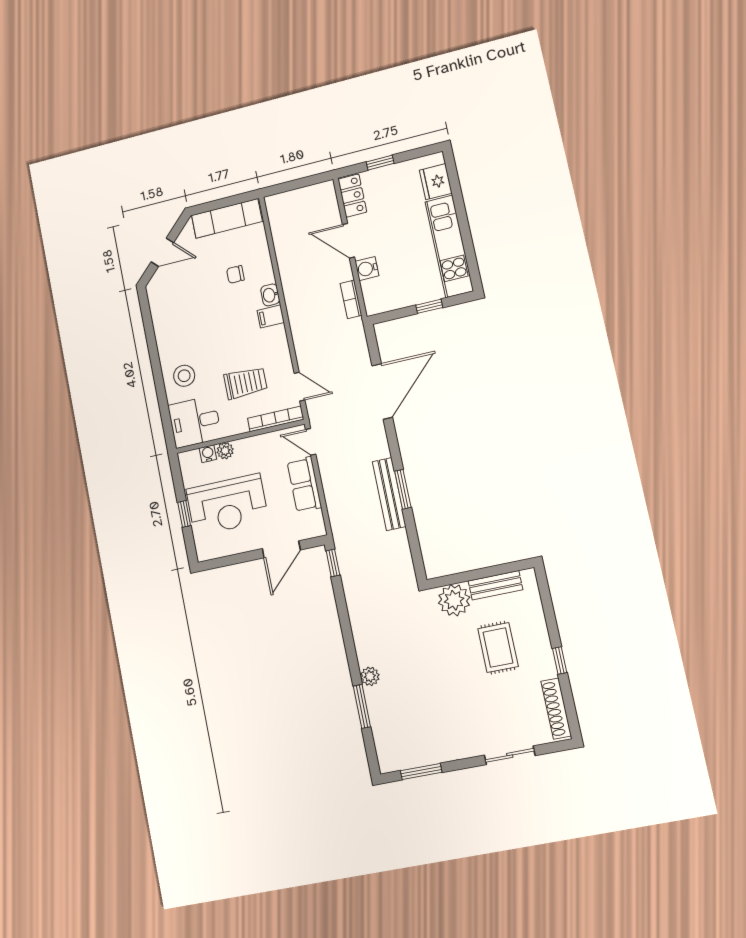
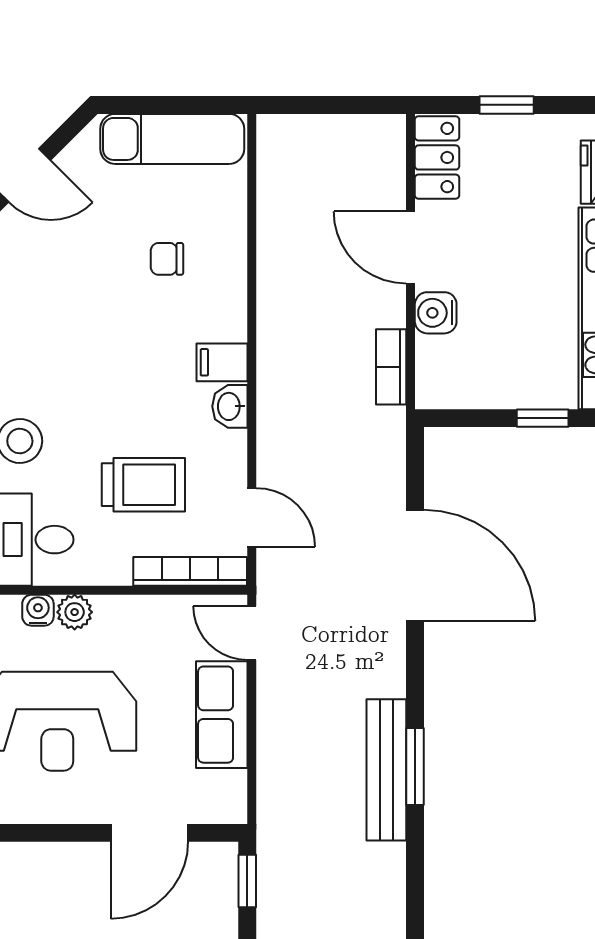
washbasin: (270, 295) -> (230, 406), moved
door: (382, 391) -> (415, 565), hinge flipped

